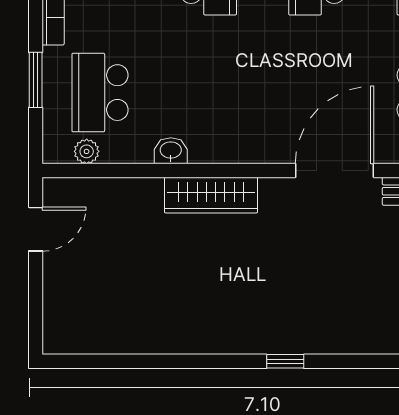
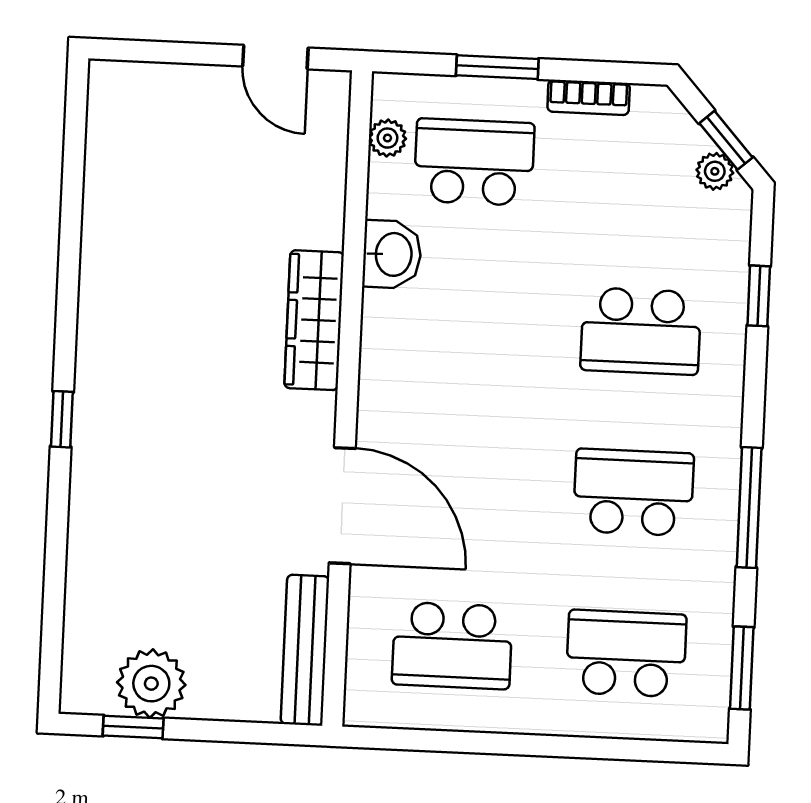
washbasin: (171, 151) -> (392, 254), width x1.38, depth x1.45

